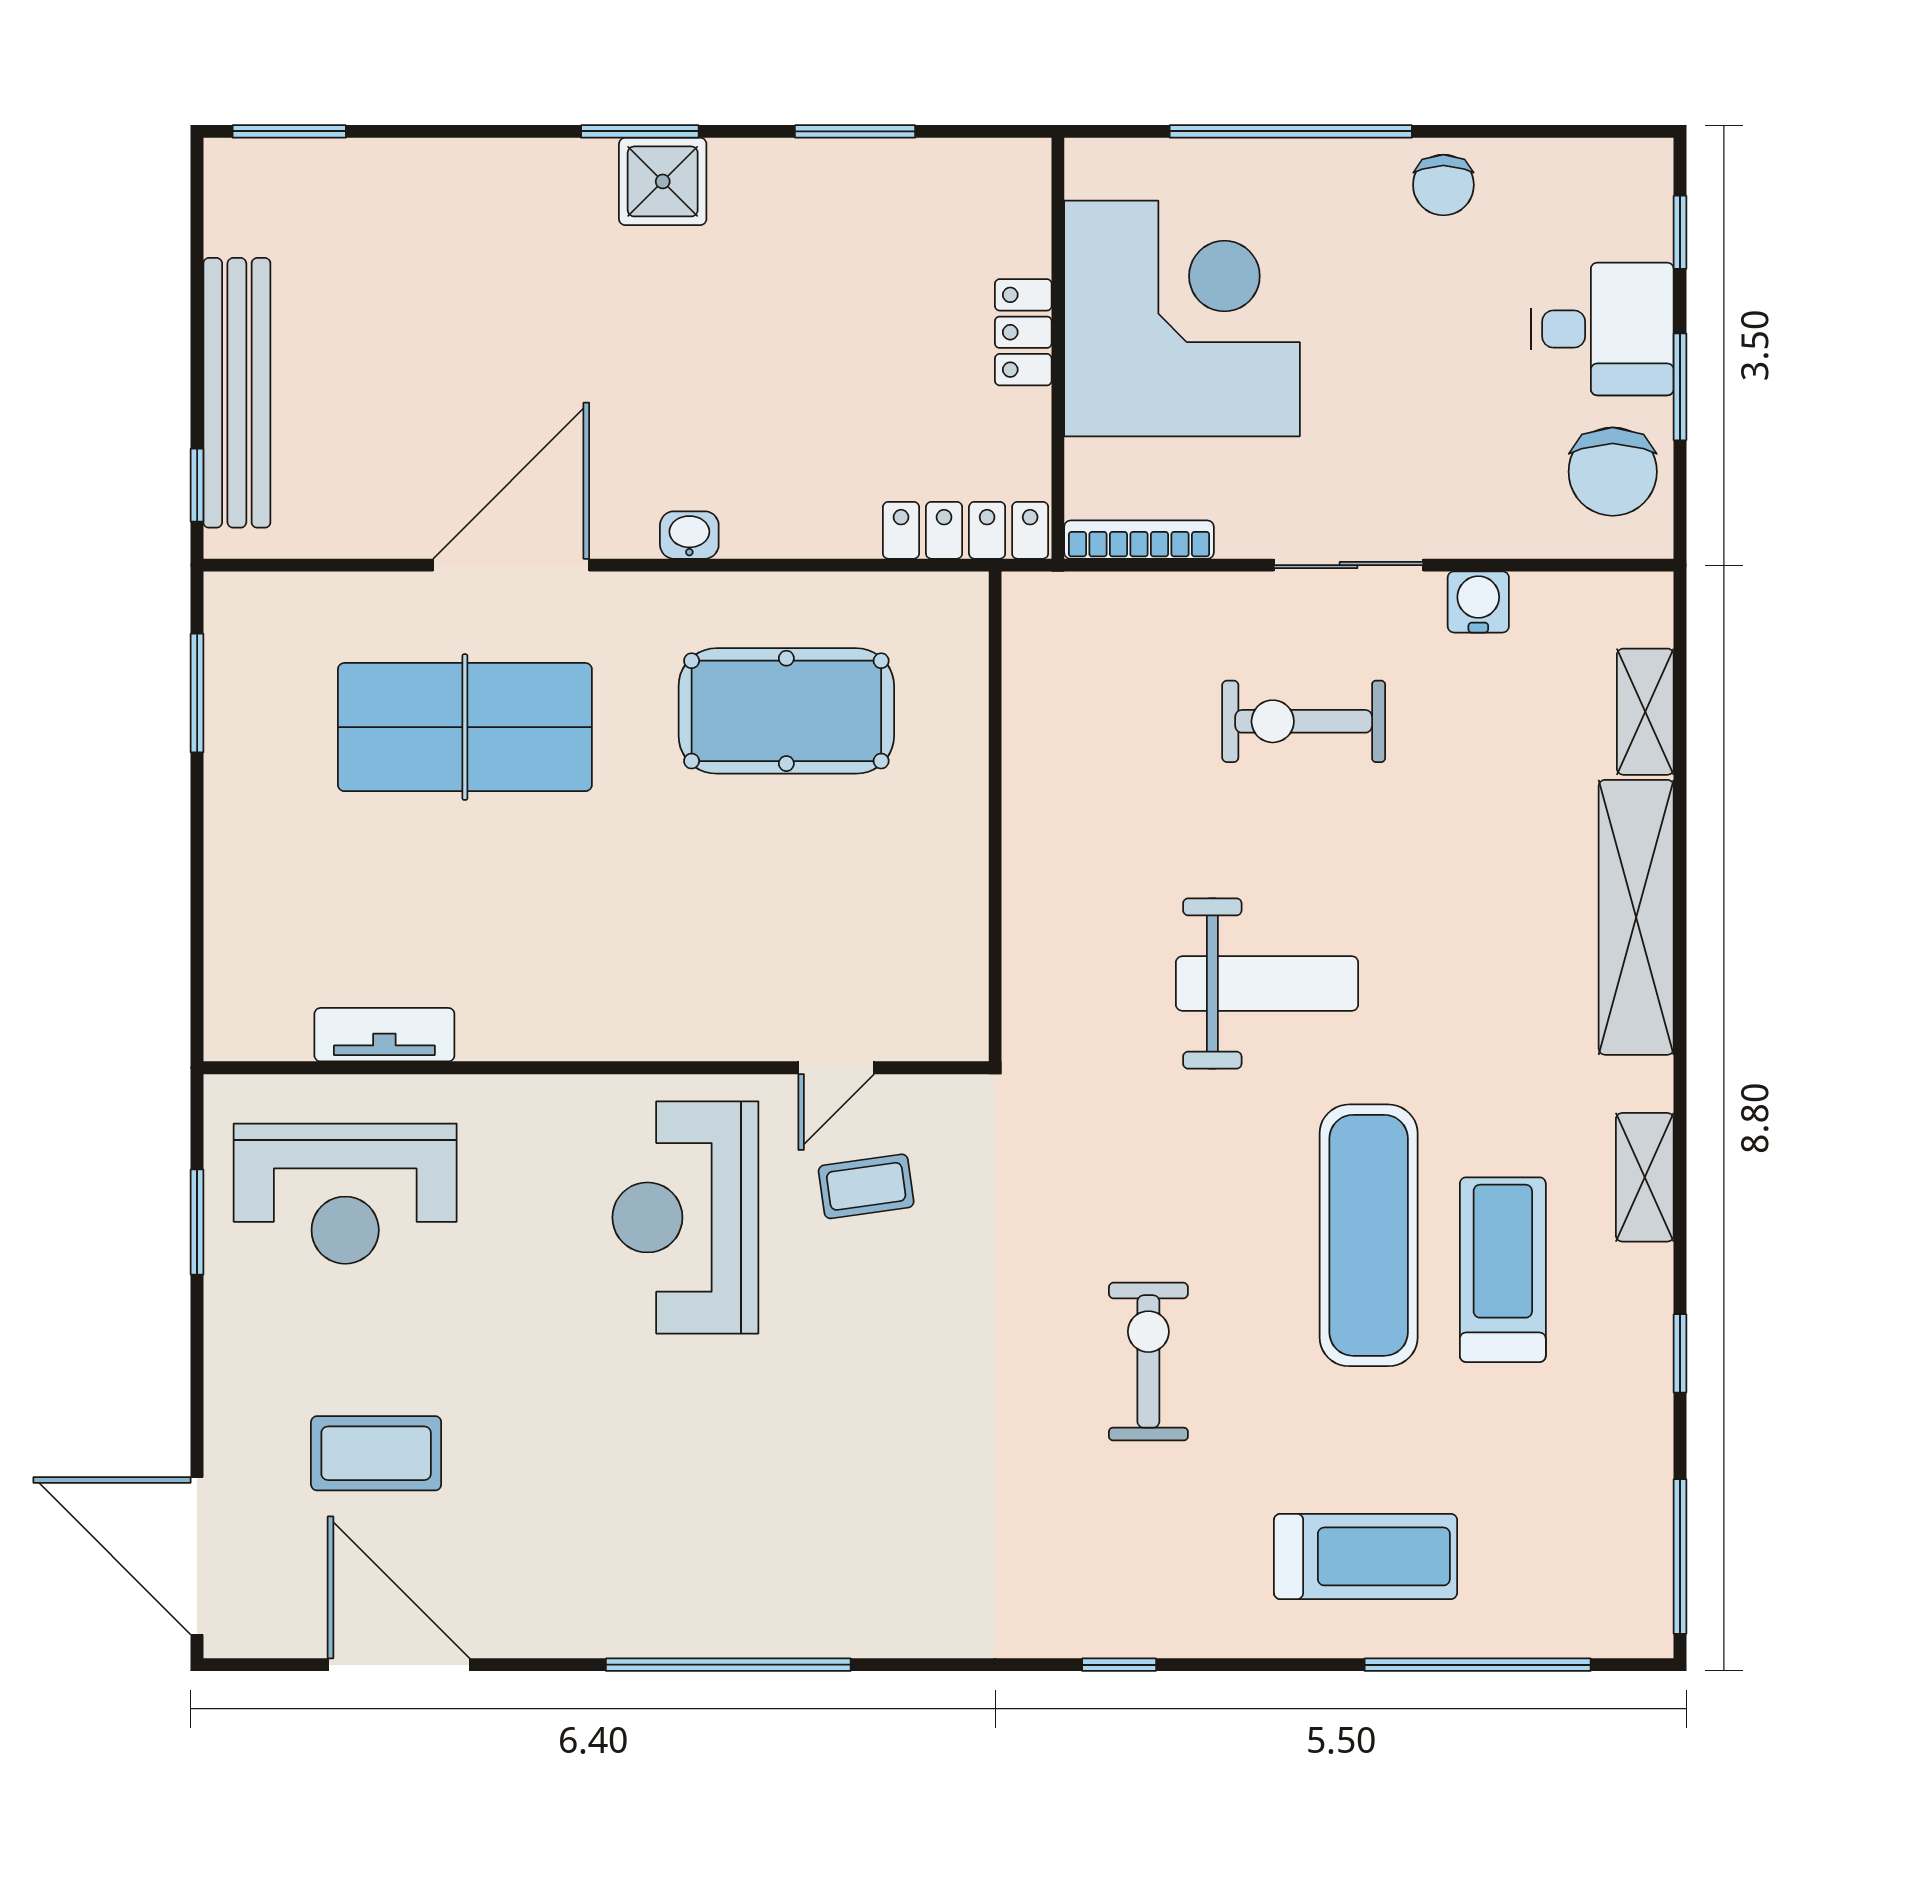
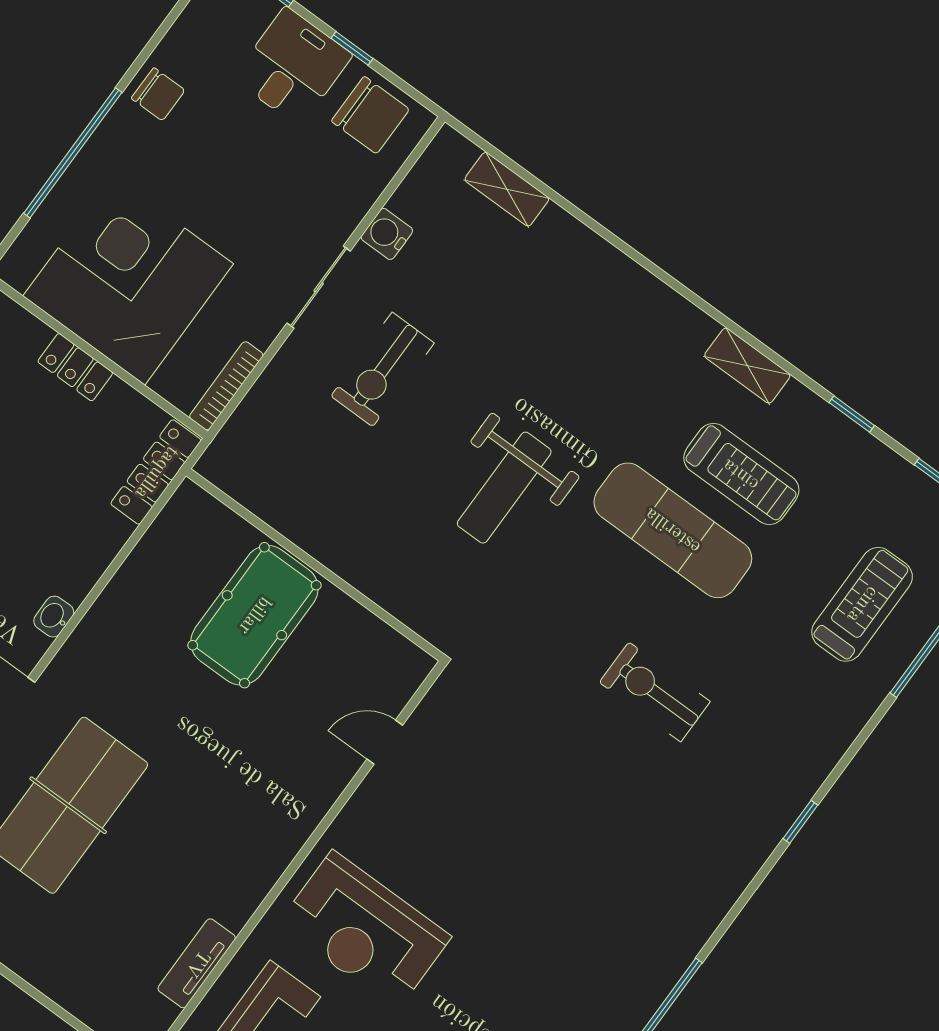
window: (1680, 387) -> (352, 48), width x0.67
pool table: (786, 711) -> (254, 615), moved
shelving: (1636, 917) -> (610, 272), removed
weight bench: (1267, 983) -> (504, 488), turned 180
door: (836, 1068) -> (385, 742), swing flipped
coffee table: (866, 1186) -> (457, 772), removed
reception desk: (685, 1217) -> (365, 930), moved
treadmill: (1503, 1270) -> (741, 474), turned 180
treadmill: (1366, 1556) -> (862, 604), moved

